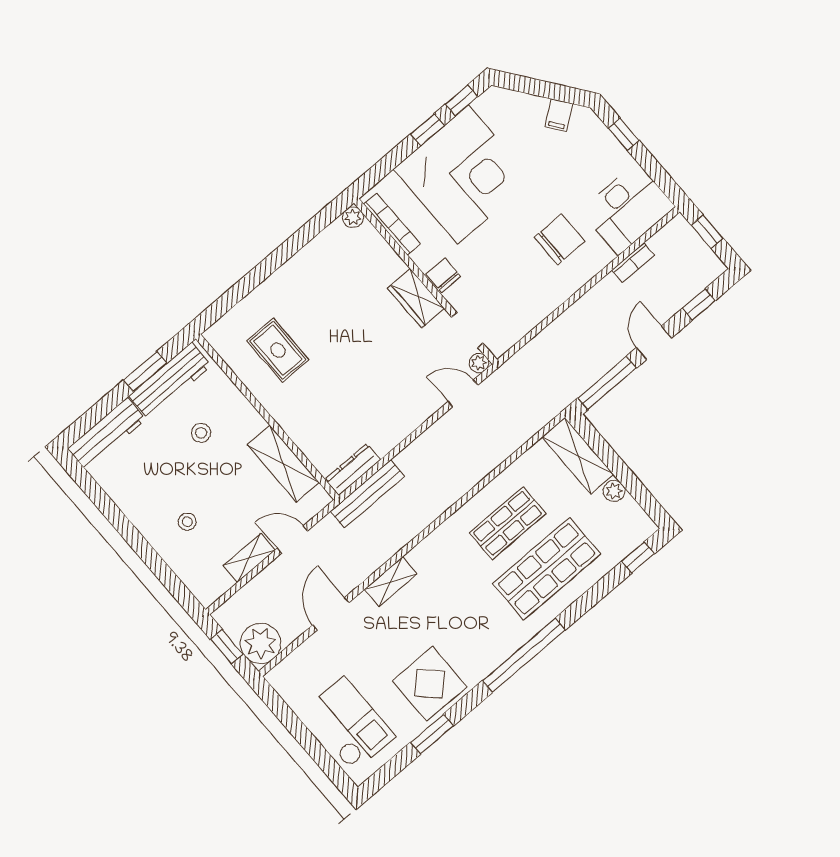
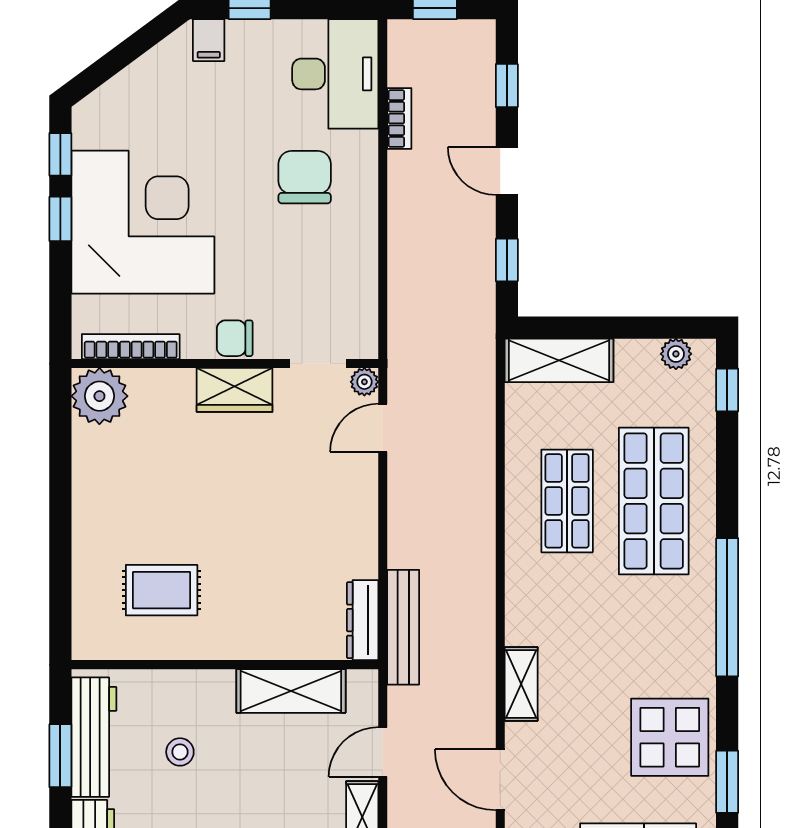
filing cabinet: (559, 115) -> (209, 40), moved, turned 36
plant: (353, 217) -> (99, 396), width x1.88, depth x1.88
window: (607, 383) -> (507, 260), width x0.46
plant: (614, 491) -> (676, 354), moved

